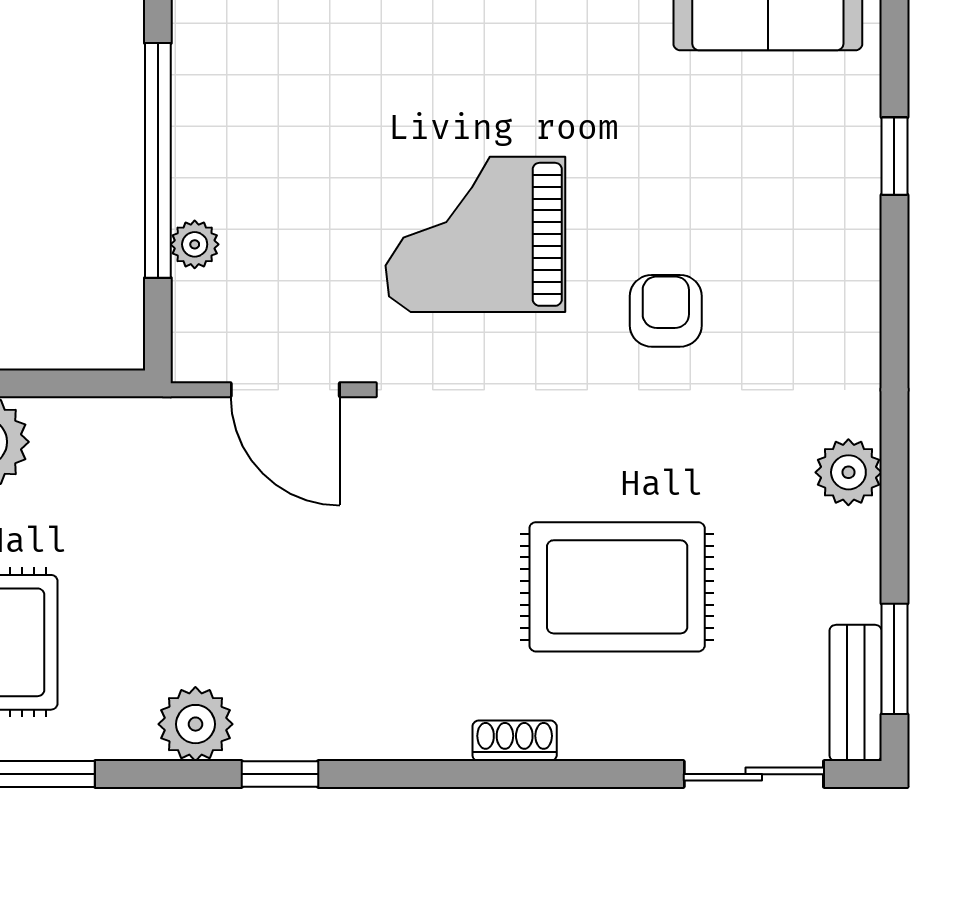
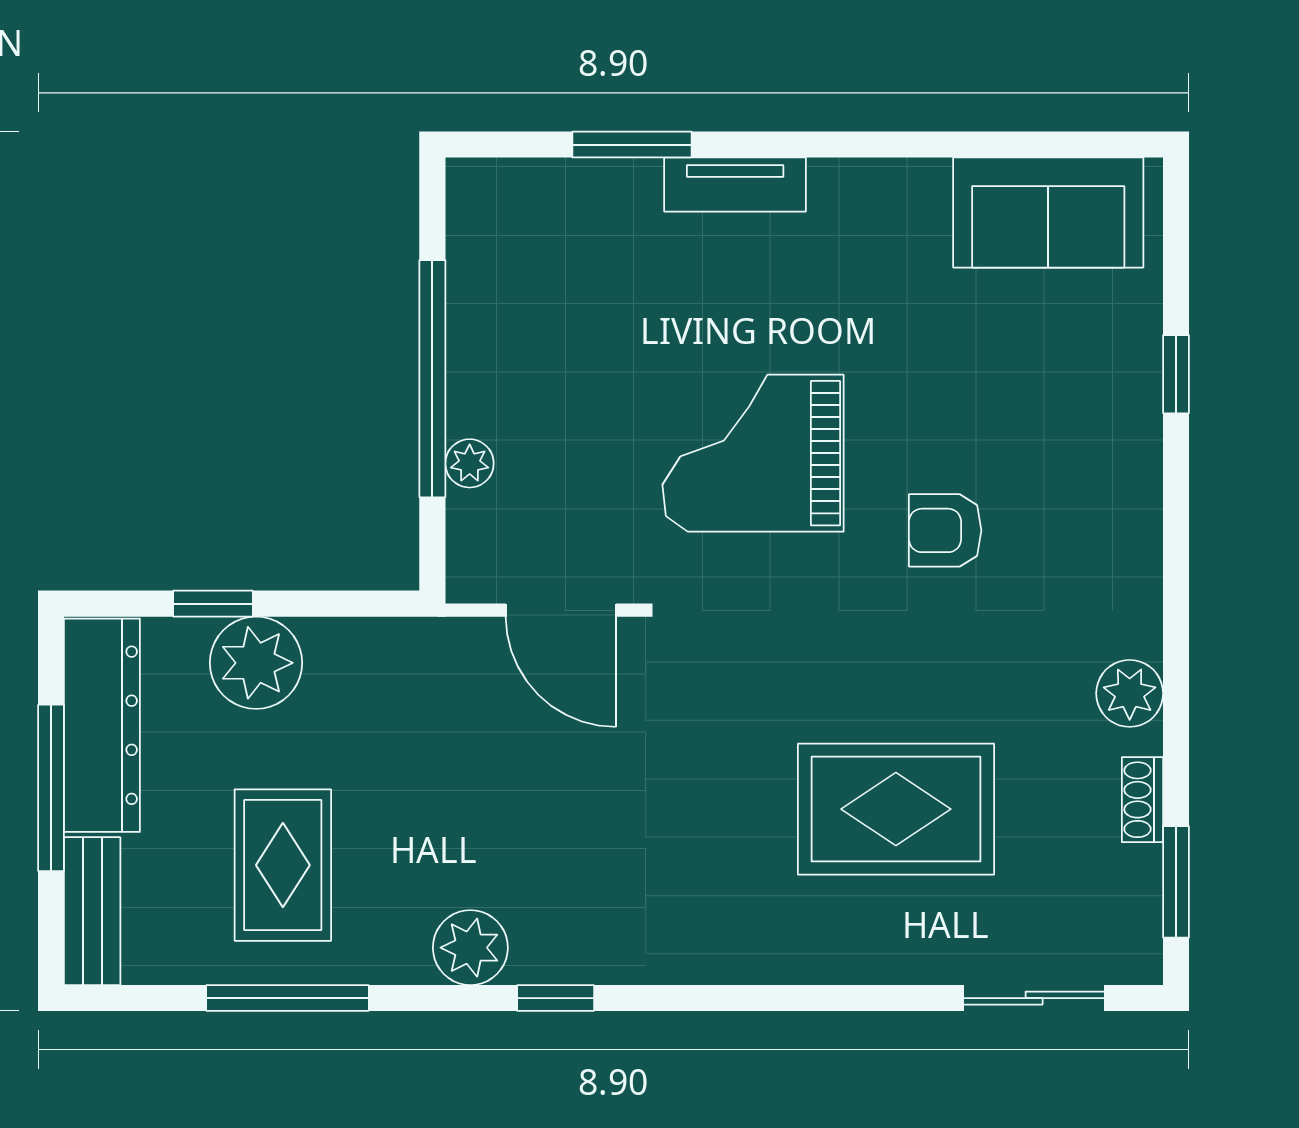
armchair: (666, 311) -> (945, 530), turned -90
bench: (856, 693) -> (1137, 916), removed
shoe rack: (515, 741) -> (1142, 800), moved, turned -90

